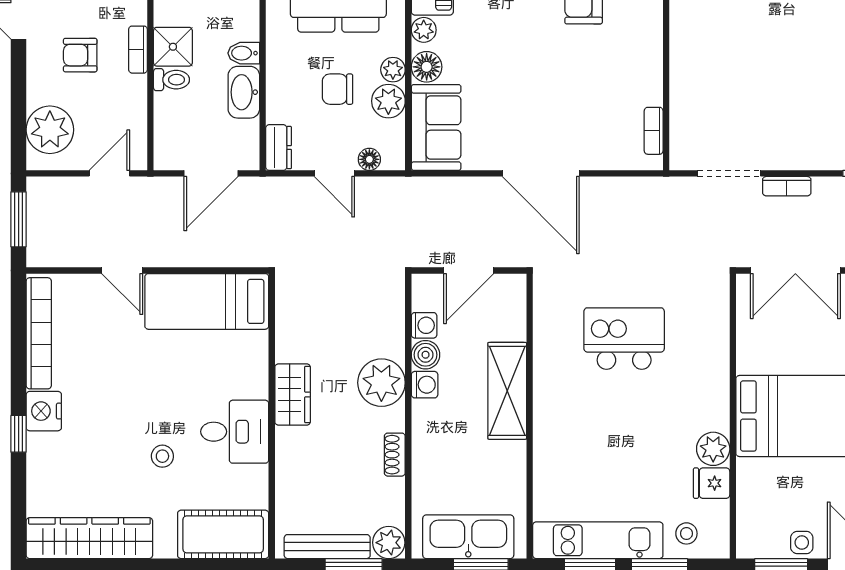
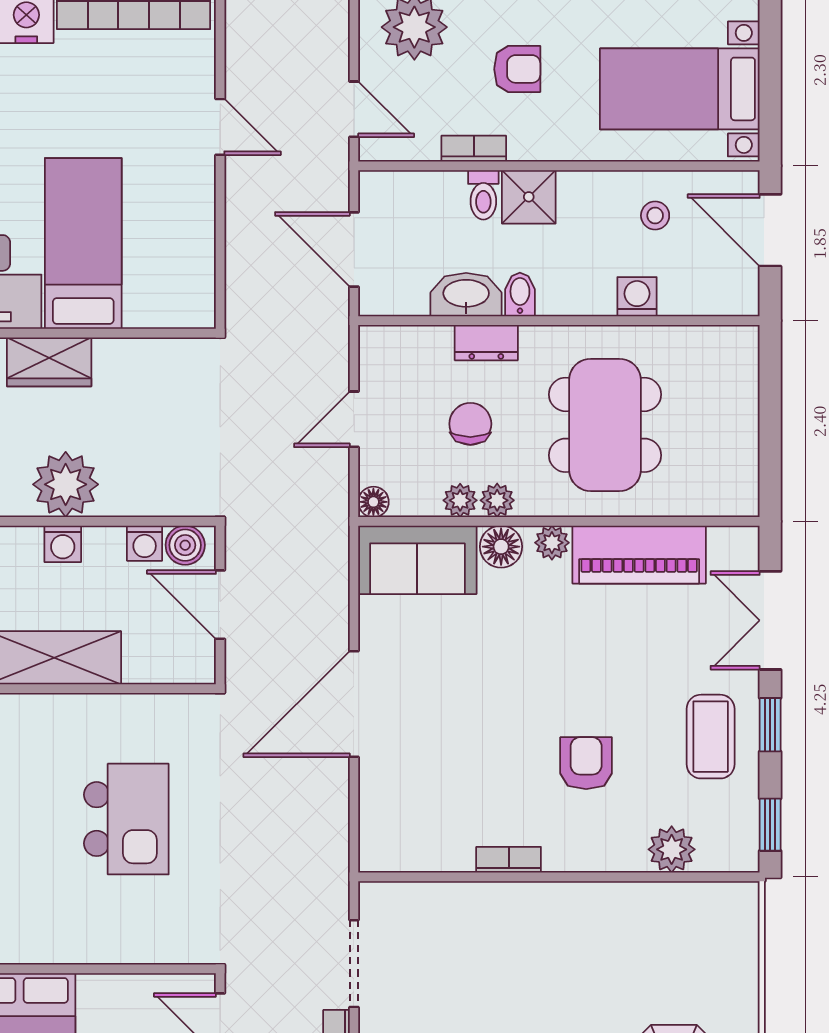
bookcase: (138, 50) -> (474, 149), moved
armchair: (80, 55) -> (517, 69), turned 90
plant: (388, 101) -> (460, 500), width x0.73, depth x0.73
bookcase: (654, 131) -> (509, 860), moved
dresser: (279, 148) -> (486, 343), moved
floor lamp: (369, 159) -> (373, 502), moved
door: (122, 270) -> (220, 127), swing flipped
bed: (207, 301) -> (83, 244), moved
boiler: (426, 355) -> (185, 545), moved

